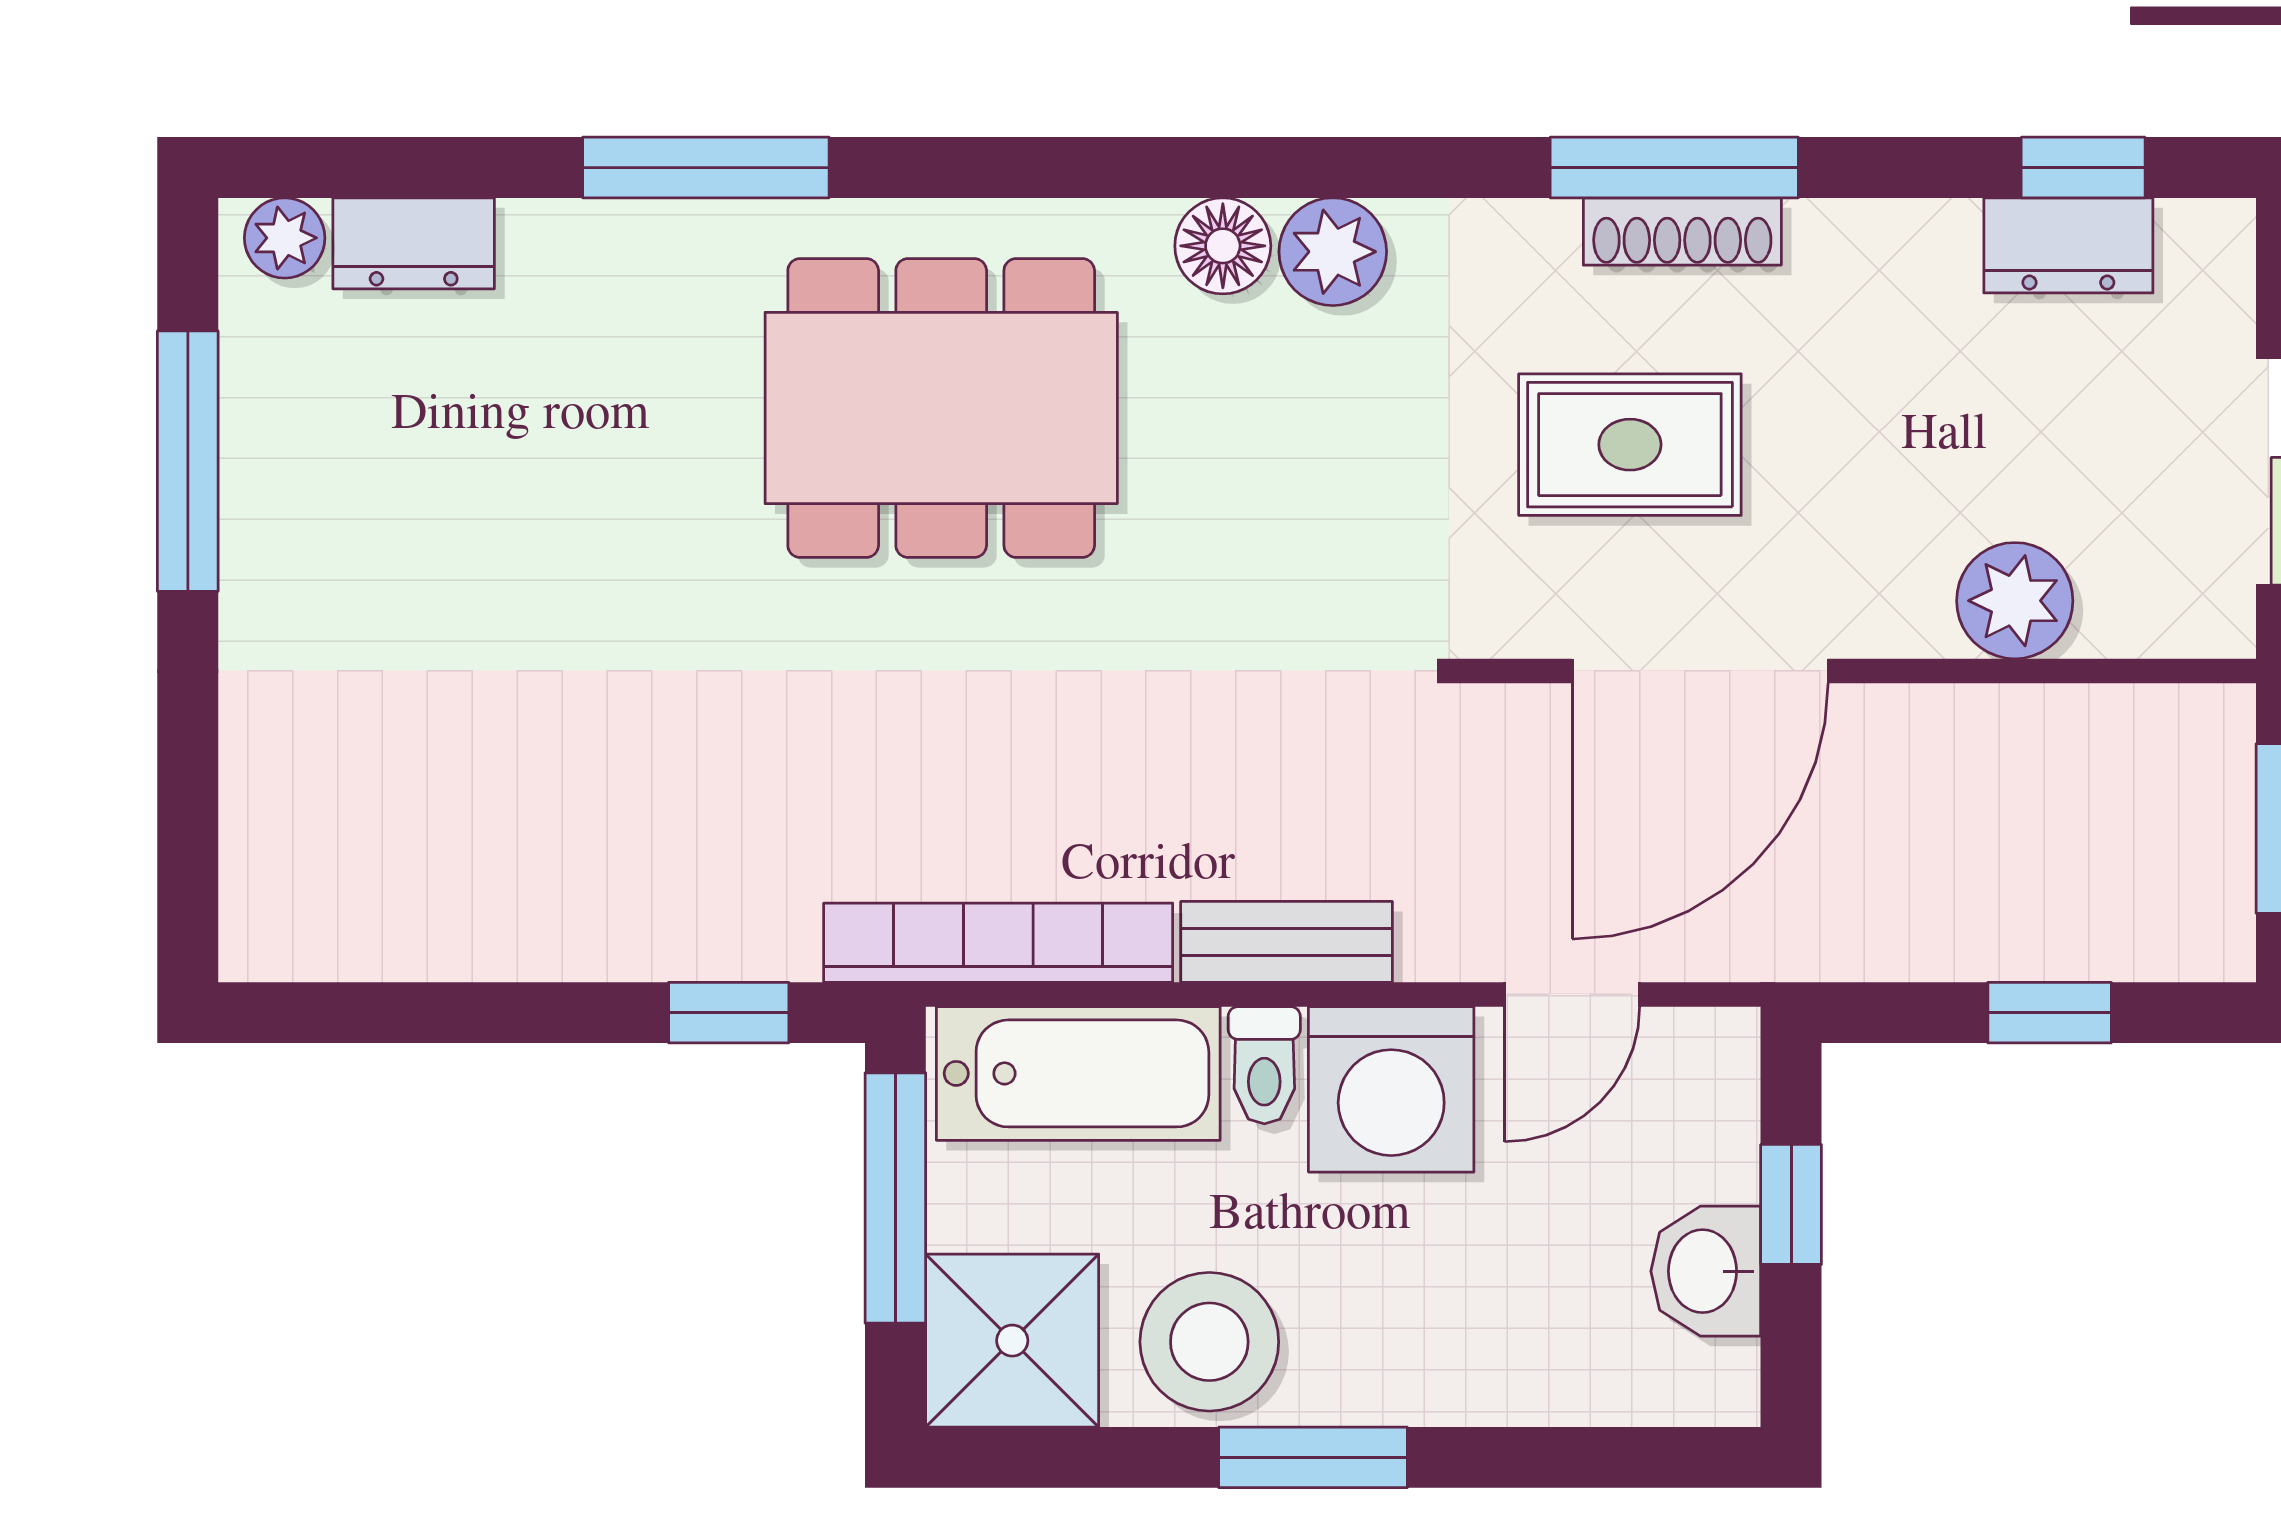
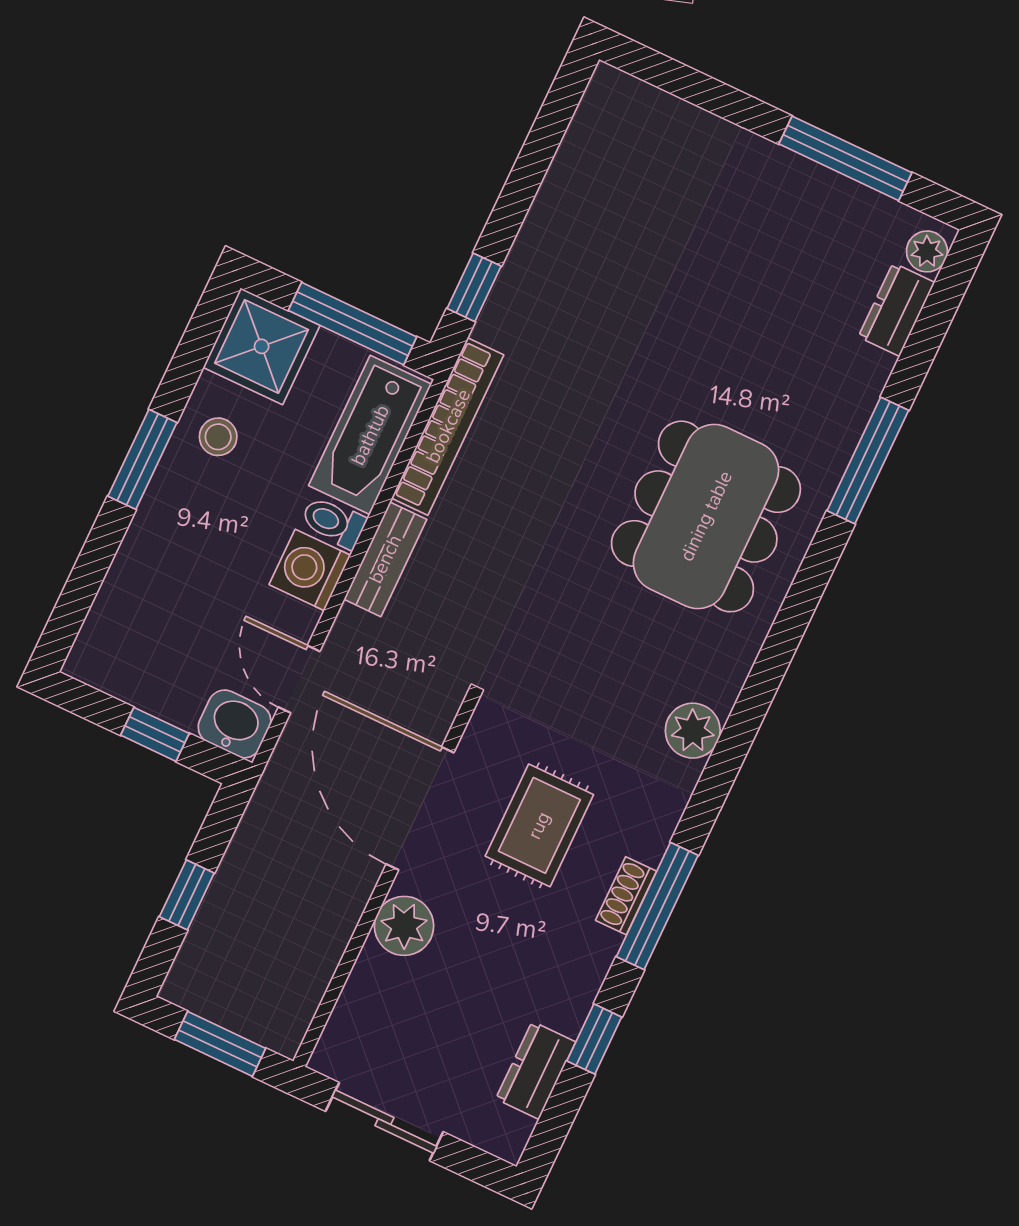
window: (2083, 168) -> (594, 1039), moved
shoe rack: (1682, 231) -> (626, 896), width x0.70
floor lamp: (1223, 246) -> (719, 681), removed
plant: (2015, 601) -> (404, 926), moved
washing machine: (1391, 1089) -> (310, 570), width x0.73, depth x0.73
washbasin: (1706, 1271) -> (235, 724), moved
stool: (1209, 1342) -> (218, 437), width x0.53, depth x0.53

